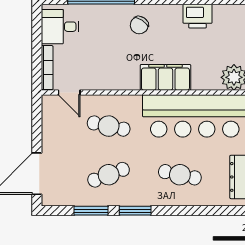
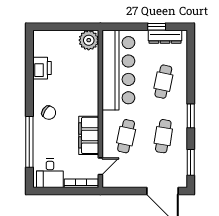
filing cabinet: (165, 77) -> (89, 135), moved
cafe table: (109, 175) -> (163, 136), turned 30
window: (91, 211) -> (191, 162), moved

